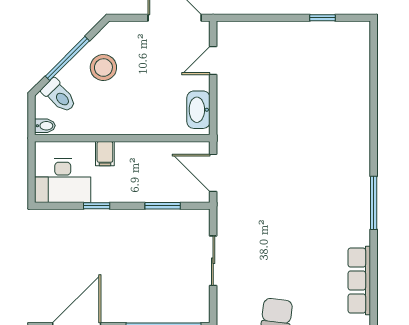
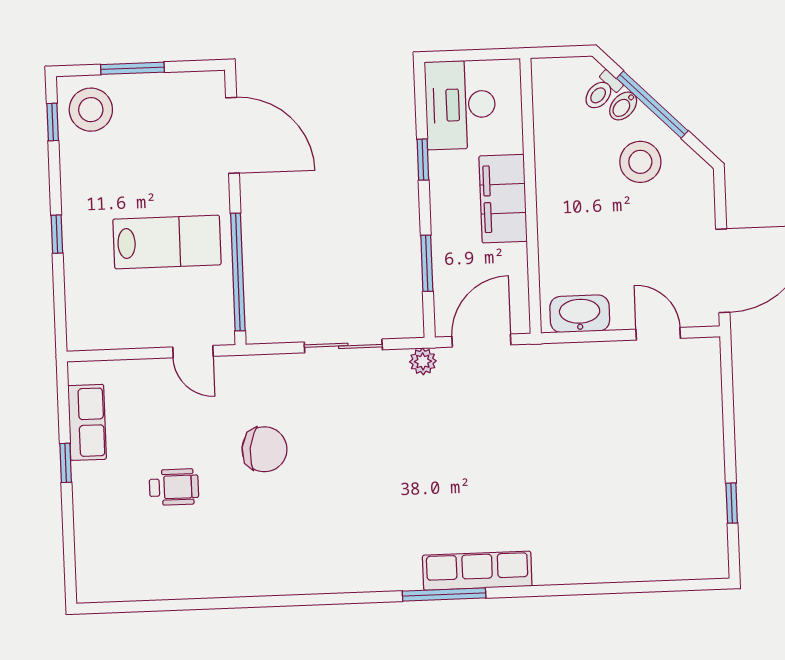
toilet: (59, 96) -> (602, 91), width x0.73, depth x0.72
bidet: (45, 126) -> (623, 106), moved, turned 45
filing cabinet: (105, 154) -> (503, 199), width x3.00, depth x1.17
plant: (225, 211) -> (423, 361), added
row of seats: (359, 281) -> (477, 571), moved

